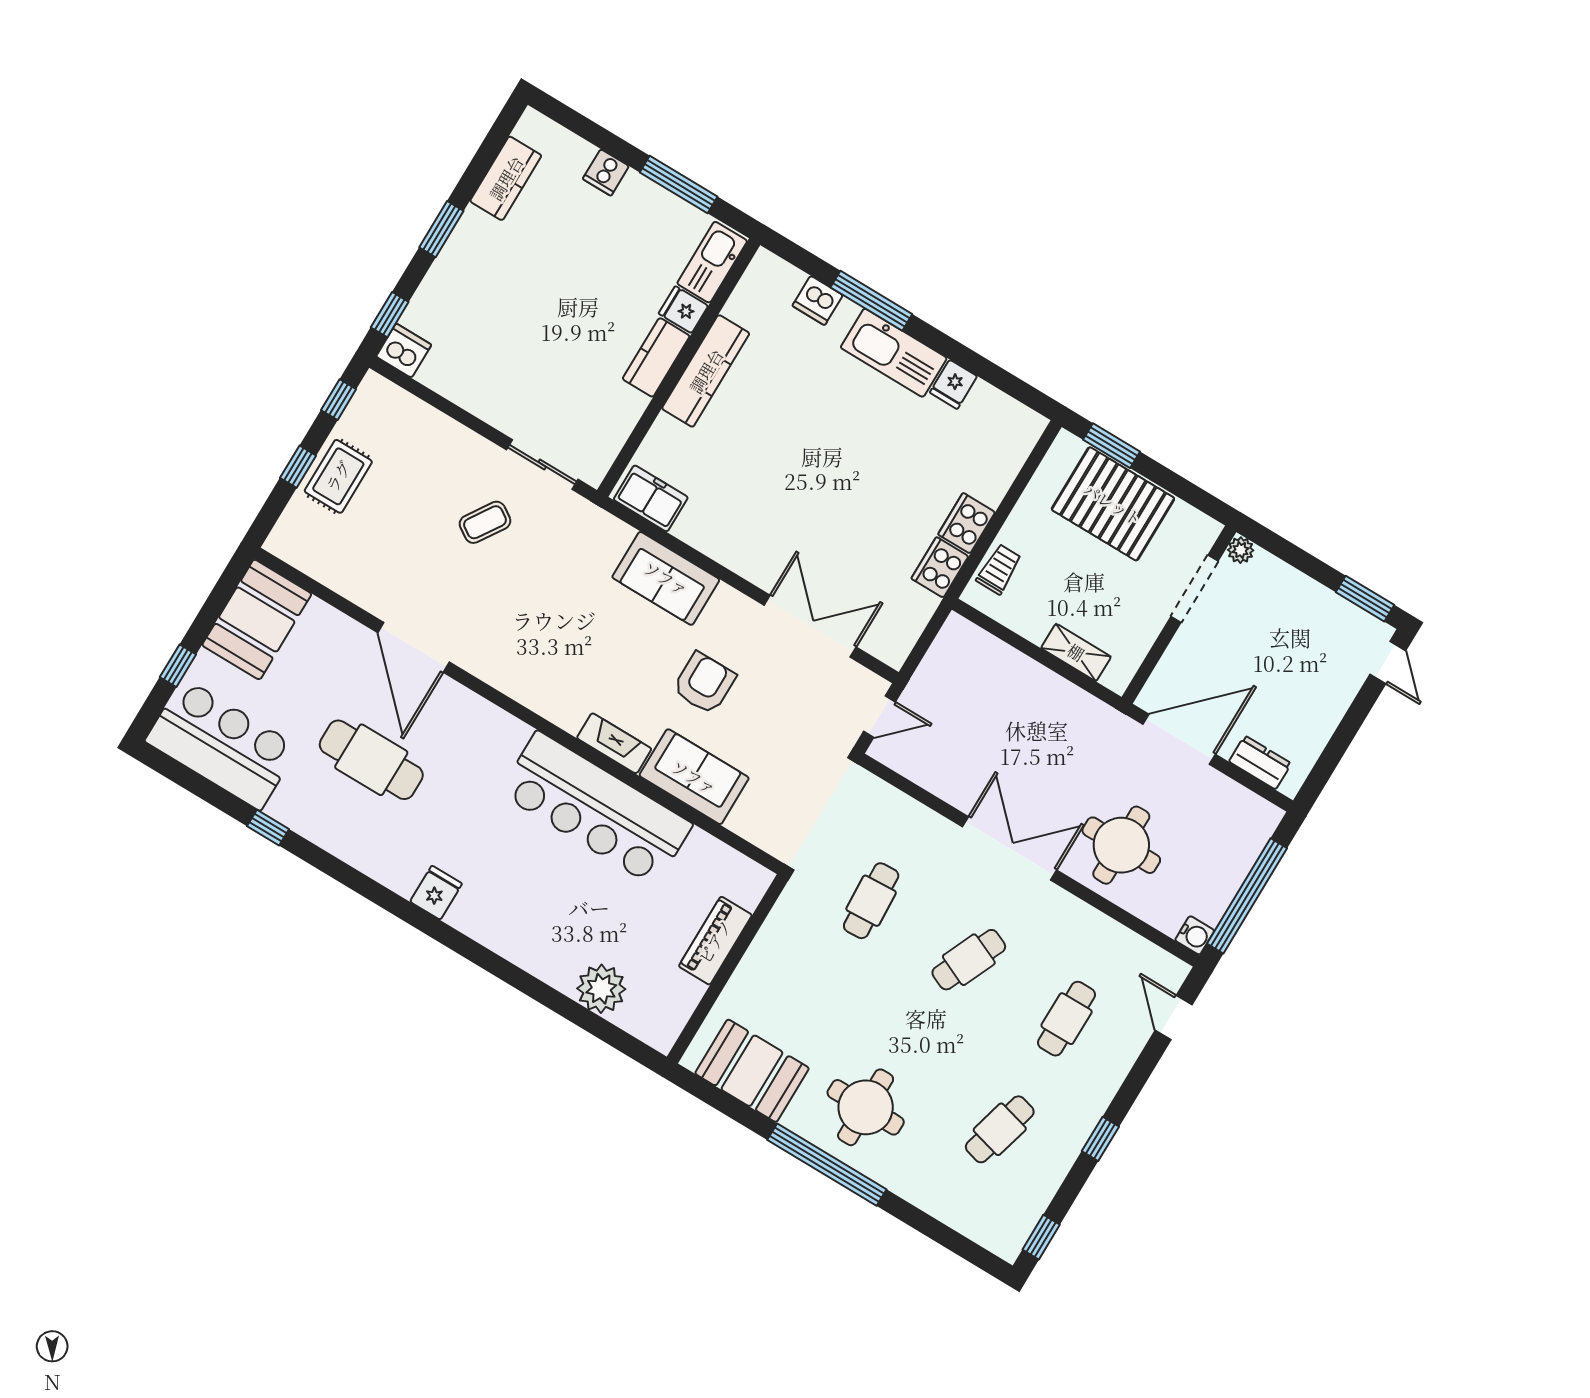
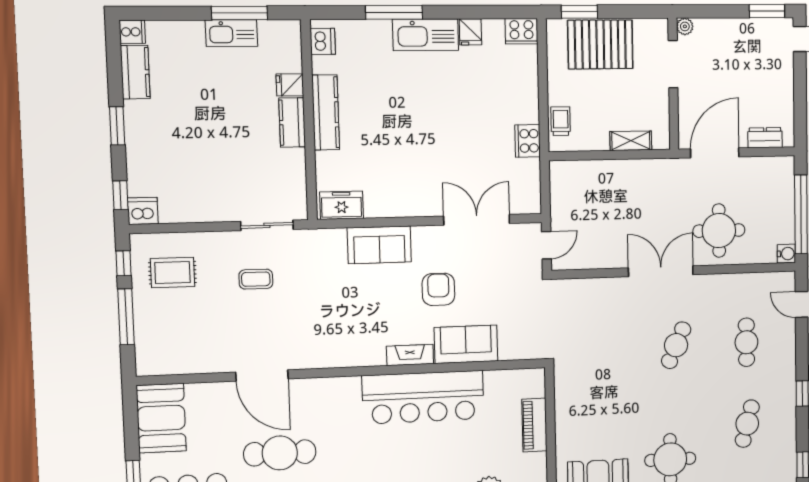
cooker: (606, 172) -> (132, 32), moved, turned -90
kitchen sink: (712, 262) -> (231, 33), moved, turned -90
dishwasher: (818, 300) -> (323, 41), moved, turned -90
window: (298, 467) -> (126, 317), width x2.17
rug: (338, 476) -> (172, 272), moved, turned 90
coffee table: (485, 522) -> (256, 279), turned 57
cooker: (967, 523) -> (521, 31), moved, turned -90
cafe table: (871, 901) -> (605, 348), removed

